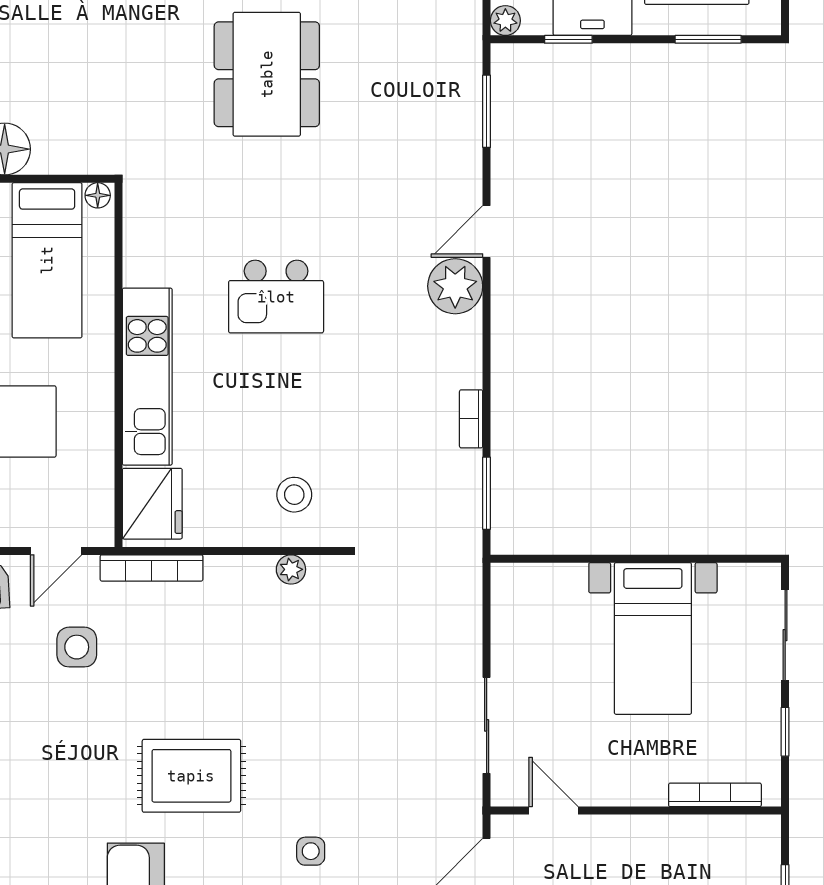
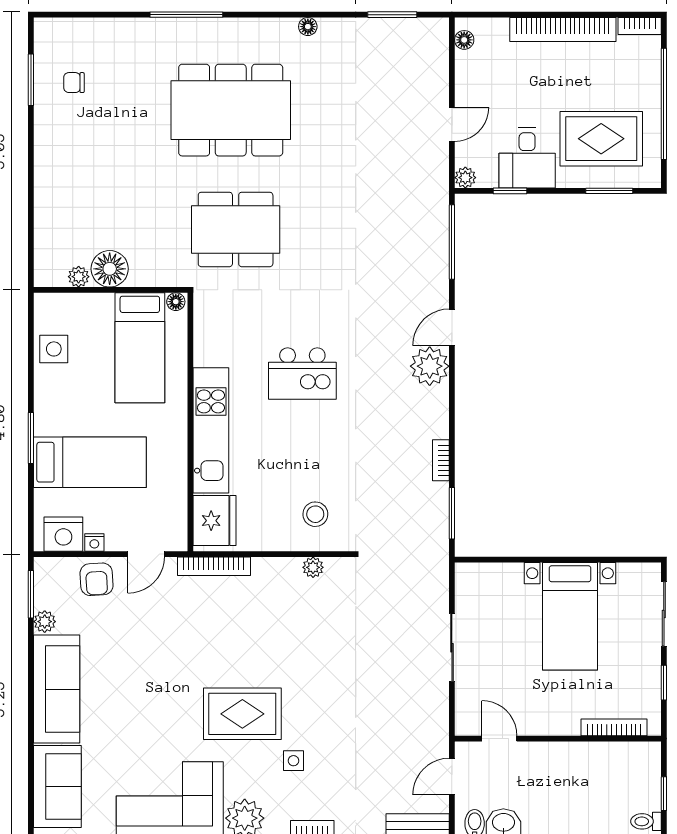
dining table: (267, 74) -> (236, 229), moved, turned 90
window: (487, 111) -> (452, 242), width x1.44
side table: (77, 647) -> (161, 622), removed
sliding door: (487, 725) -> (452, 648), moved
side table: (311, 851) -> (293, 761), moved

